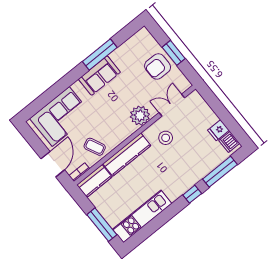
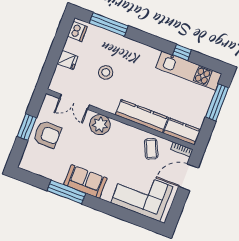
fridge: (218, 130) -> (68, 60), moved
stool: (166, 138) -> (106, 72), moved
window: (192, 194) -> (182, 52), moved

